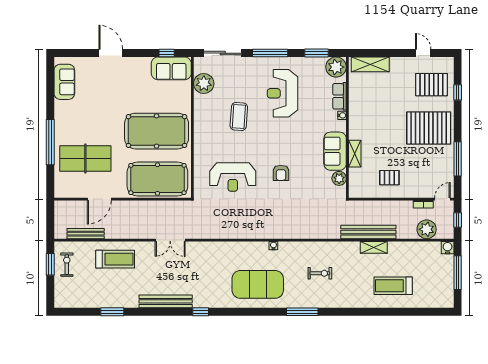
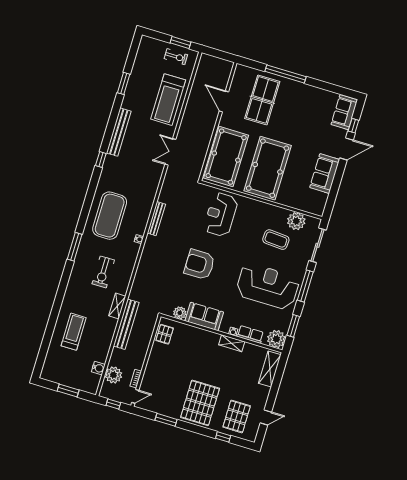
window: (167, 53) -> (353, 126), moved
sofa: (171, 68) -> (325, 173), moved
sofa: (64, 82) -> (344, 112), moved, turned 90
reception desk: (282, 93) -> (268, 286), width x1.36, depth x1.30
coffee table: (239, 116) -> (276, 240), moved
shelving: (355, 154) -> (232, 343), moved
window: (458, 159) -> (166, 420), width x0.69
armchair: (281, 173) -> (199, 264), width x1.88, depth x1.88
reception desk: (233, 177) -> (221, 215), moved
pallet: (389, 178) -> (165, 334), moved
door: (443, 199) -> (135, 396), hinge flipped
bench: (86, 234) -> (156, 219), moved
shelving: (374, 247) -> (117, 306), moved
water cooler: (448, 248) -> (98, 368), moved
treadmill: (115, 259) -> (168, 100), width x1.37, depth x1.38
exercise bike: (320, 273) -> (103, 272), width x1.38, depth x1.39
window: (458, 273) -> (68, 390), width x0.69

